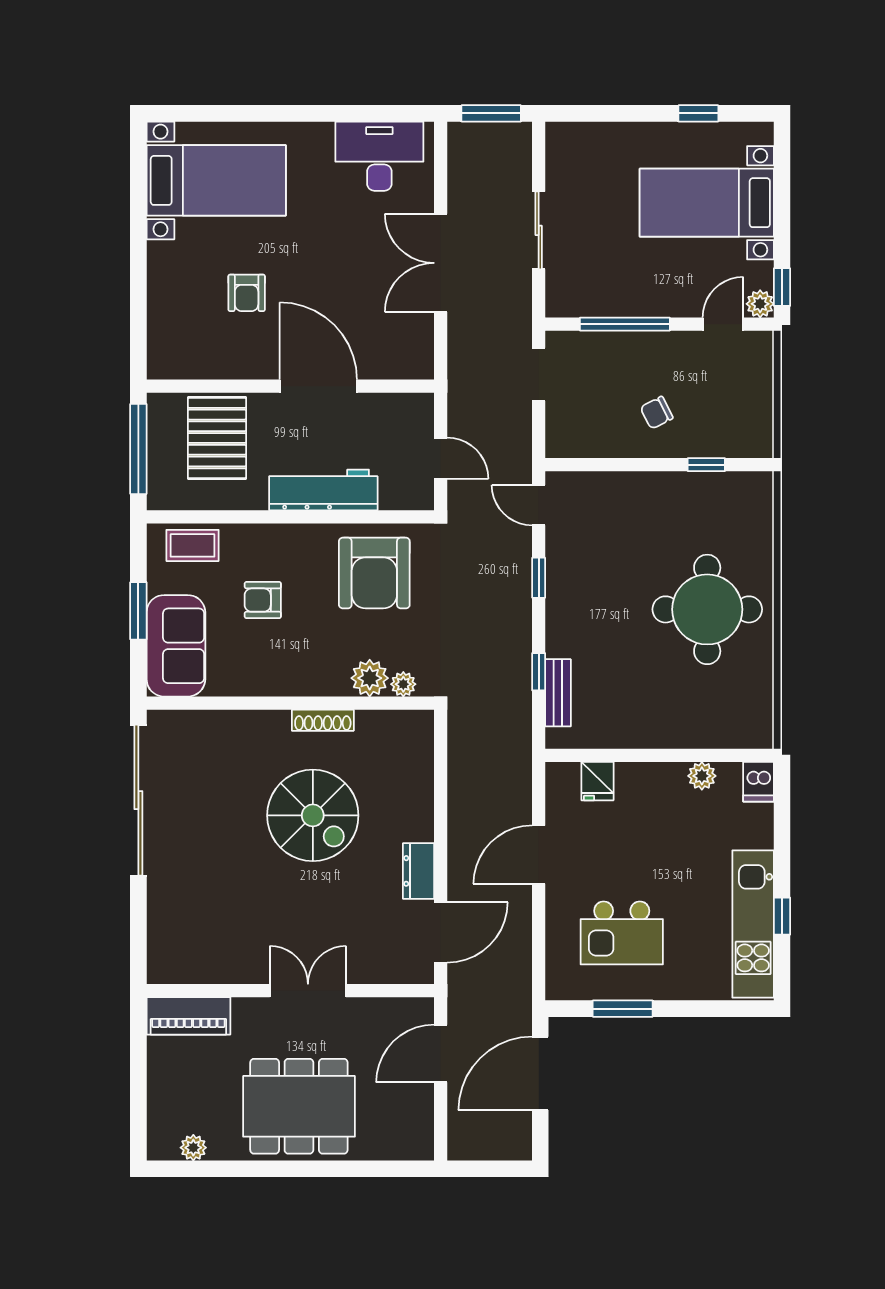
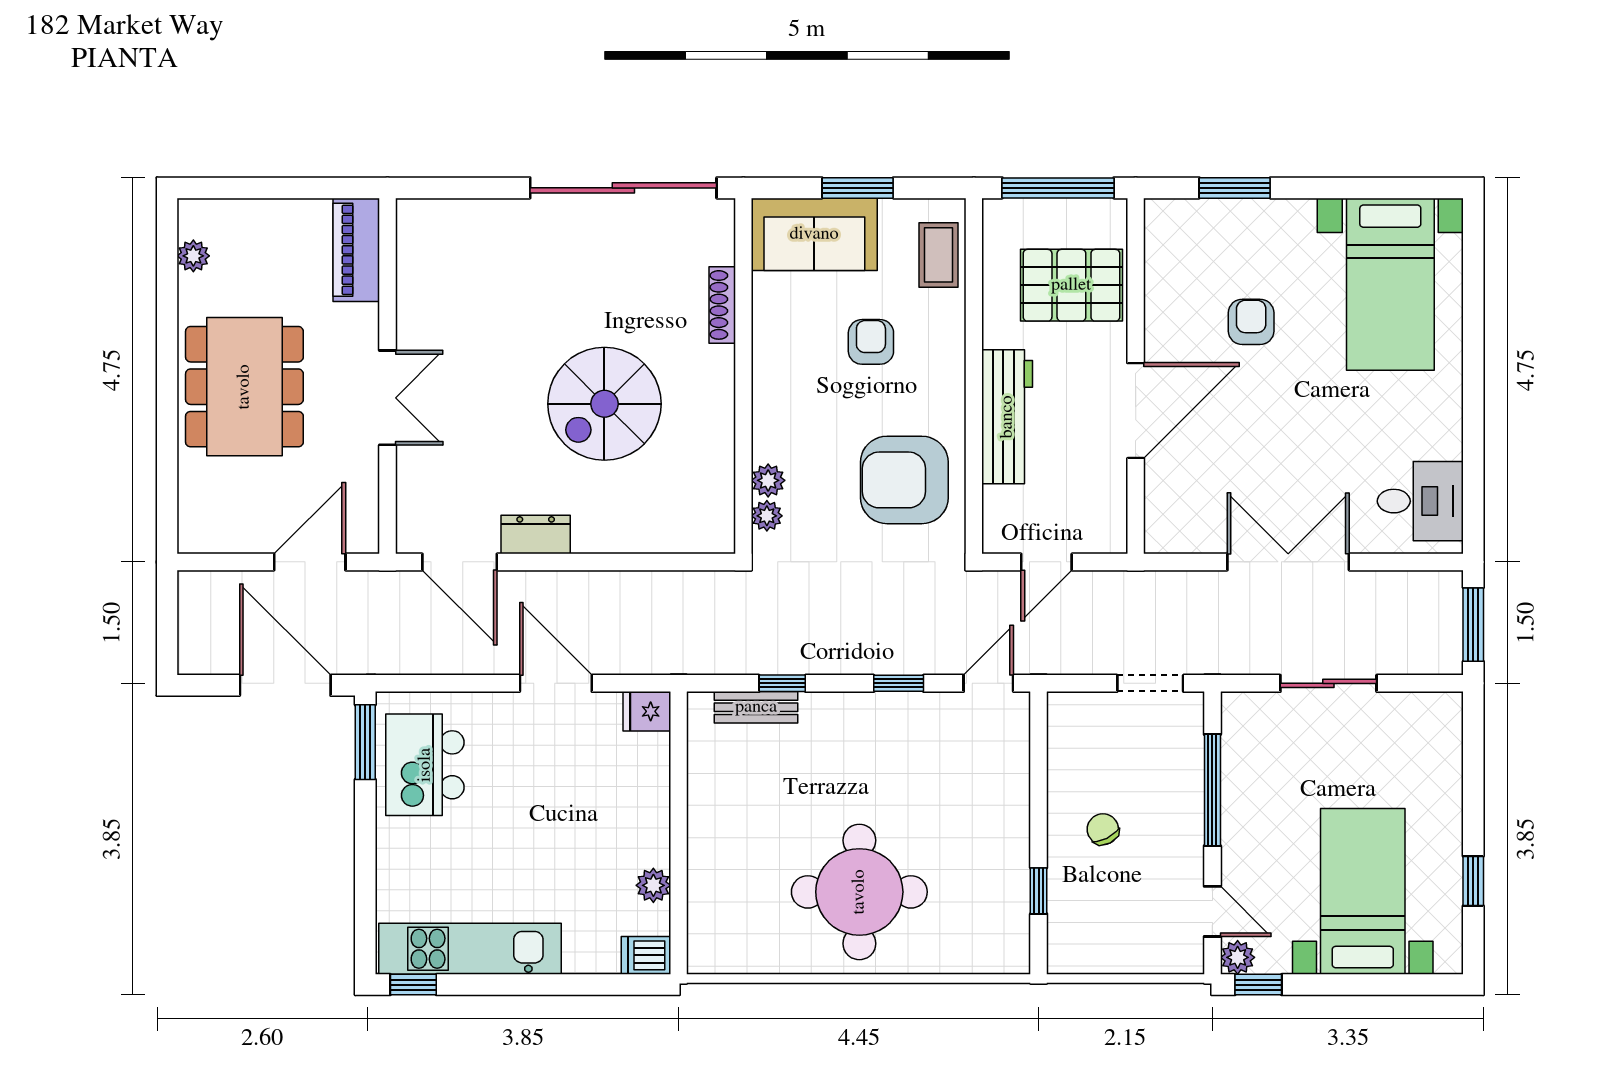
desk: (379, 156) -> (1420, 501), width x0.73
armchair: (247, 293) -> (1251, 322), turned 90
window: (138, 306) -> (1235, 188), added
plant: (370, 678) -> (768, 480), width x0.73, depth x0.73
shoe rack: (323, 720) -> (722, 305), moved
fridge: (597, 781) -> (647, 711), moved
window: (782, 916) -> (413, 985), moved
kitchen island: (622, 933) -> (425, 765), moved
window: (623, 1009) -> (365, 742), moved
door: (441, 1053) -> (310, 562), hinge flipped

